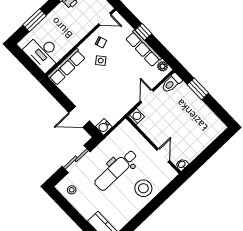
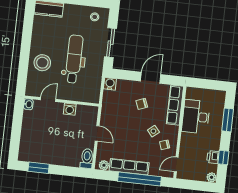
window: (143, 32) -> (140, 179), width x3.17
desk: (43, 53) -> (196, 117), moved, turned -90
window: (198, 89) -> (39, 168), moved
chair: (92, 90) -> (142, 104), added
washing machine: (136, 116) -> (70, 109), moved
door: (79, 117) -> (151, 78), moved
door: (163, 155) -> (48, 100), swing flipped

